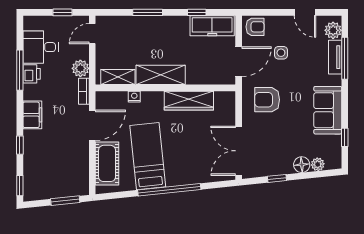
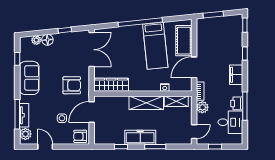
freezer: (212, 26) -> (140, 137), moved
wardrobe: (189, 101) -> (111, 85), moved

